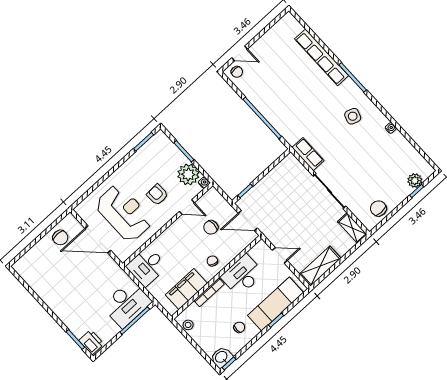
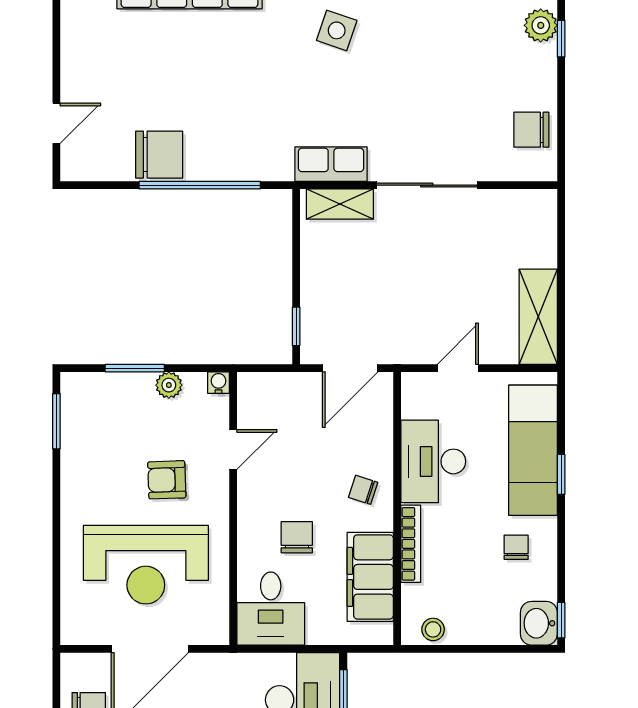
chair: (237, 72) -> (159, 155), moved, width x1.87, depth x1.87
plant: (188, 174) -> (169, 385), width x0.53, depth x0.53
reception desk: (124, 213) -> (146, 565), turned 180
chair: (211, 227) -> (297, 537), moved, turned 180
shelving: (352, 228) -> (340, 204), moved

